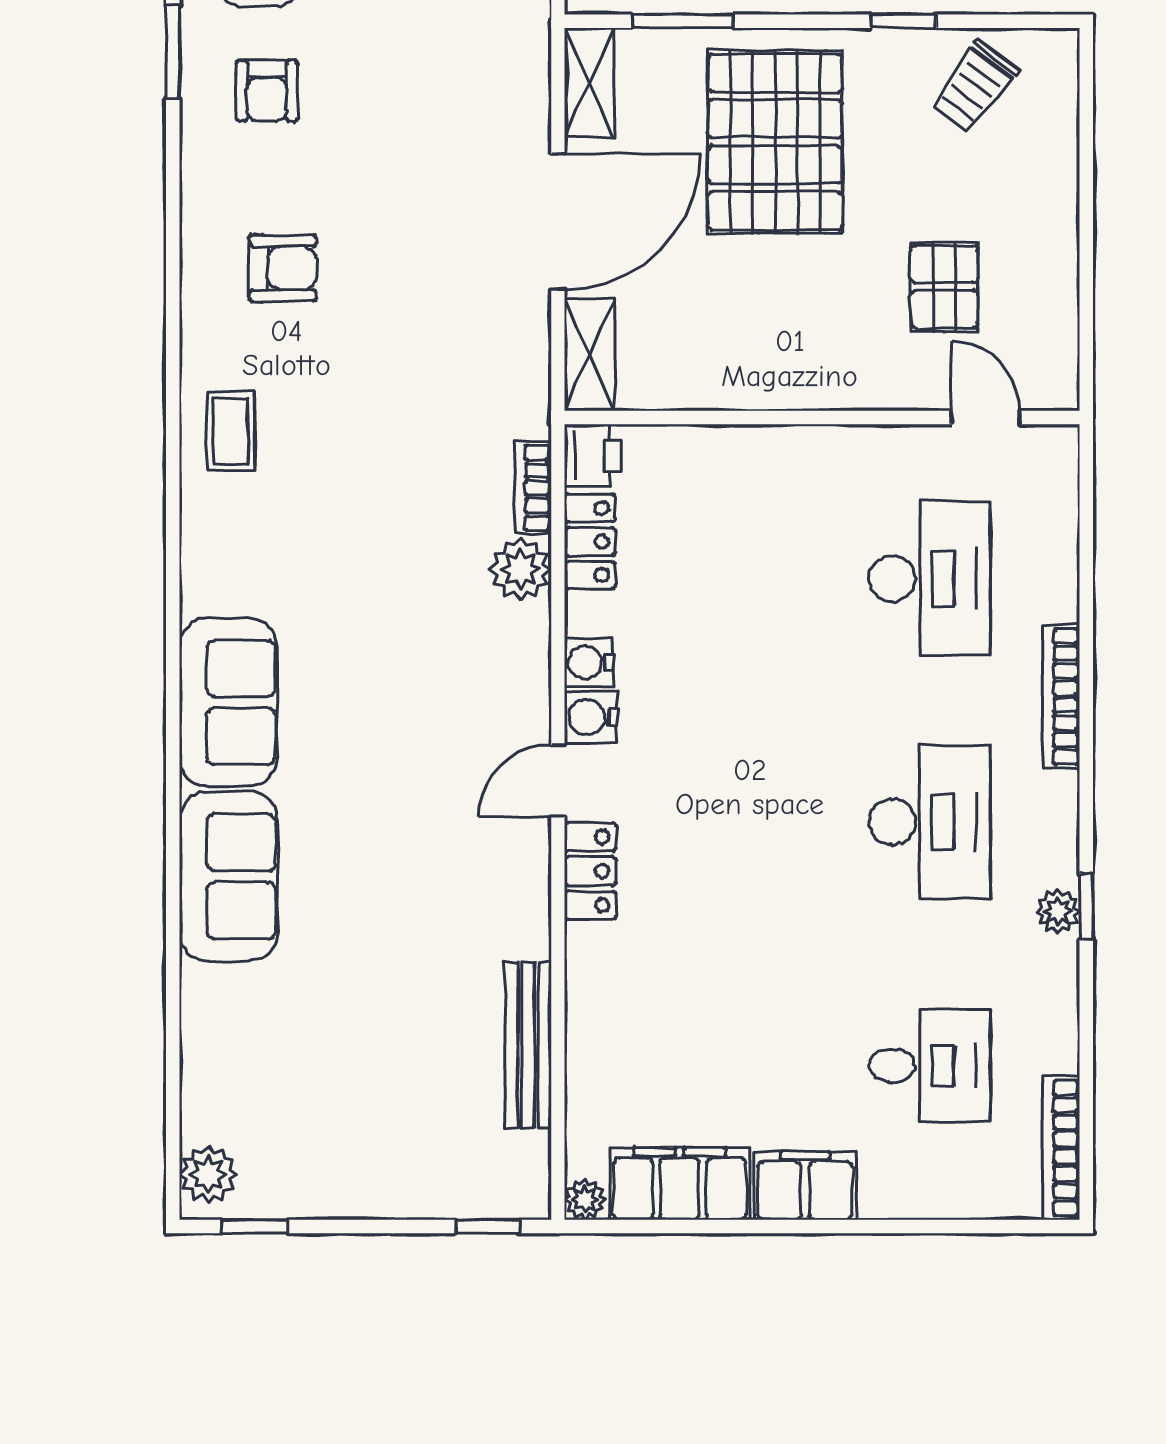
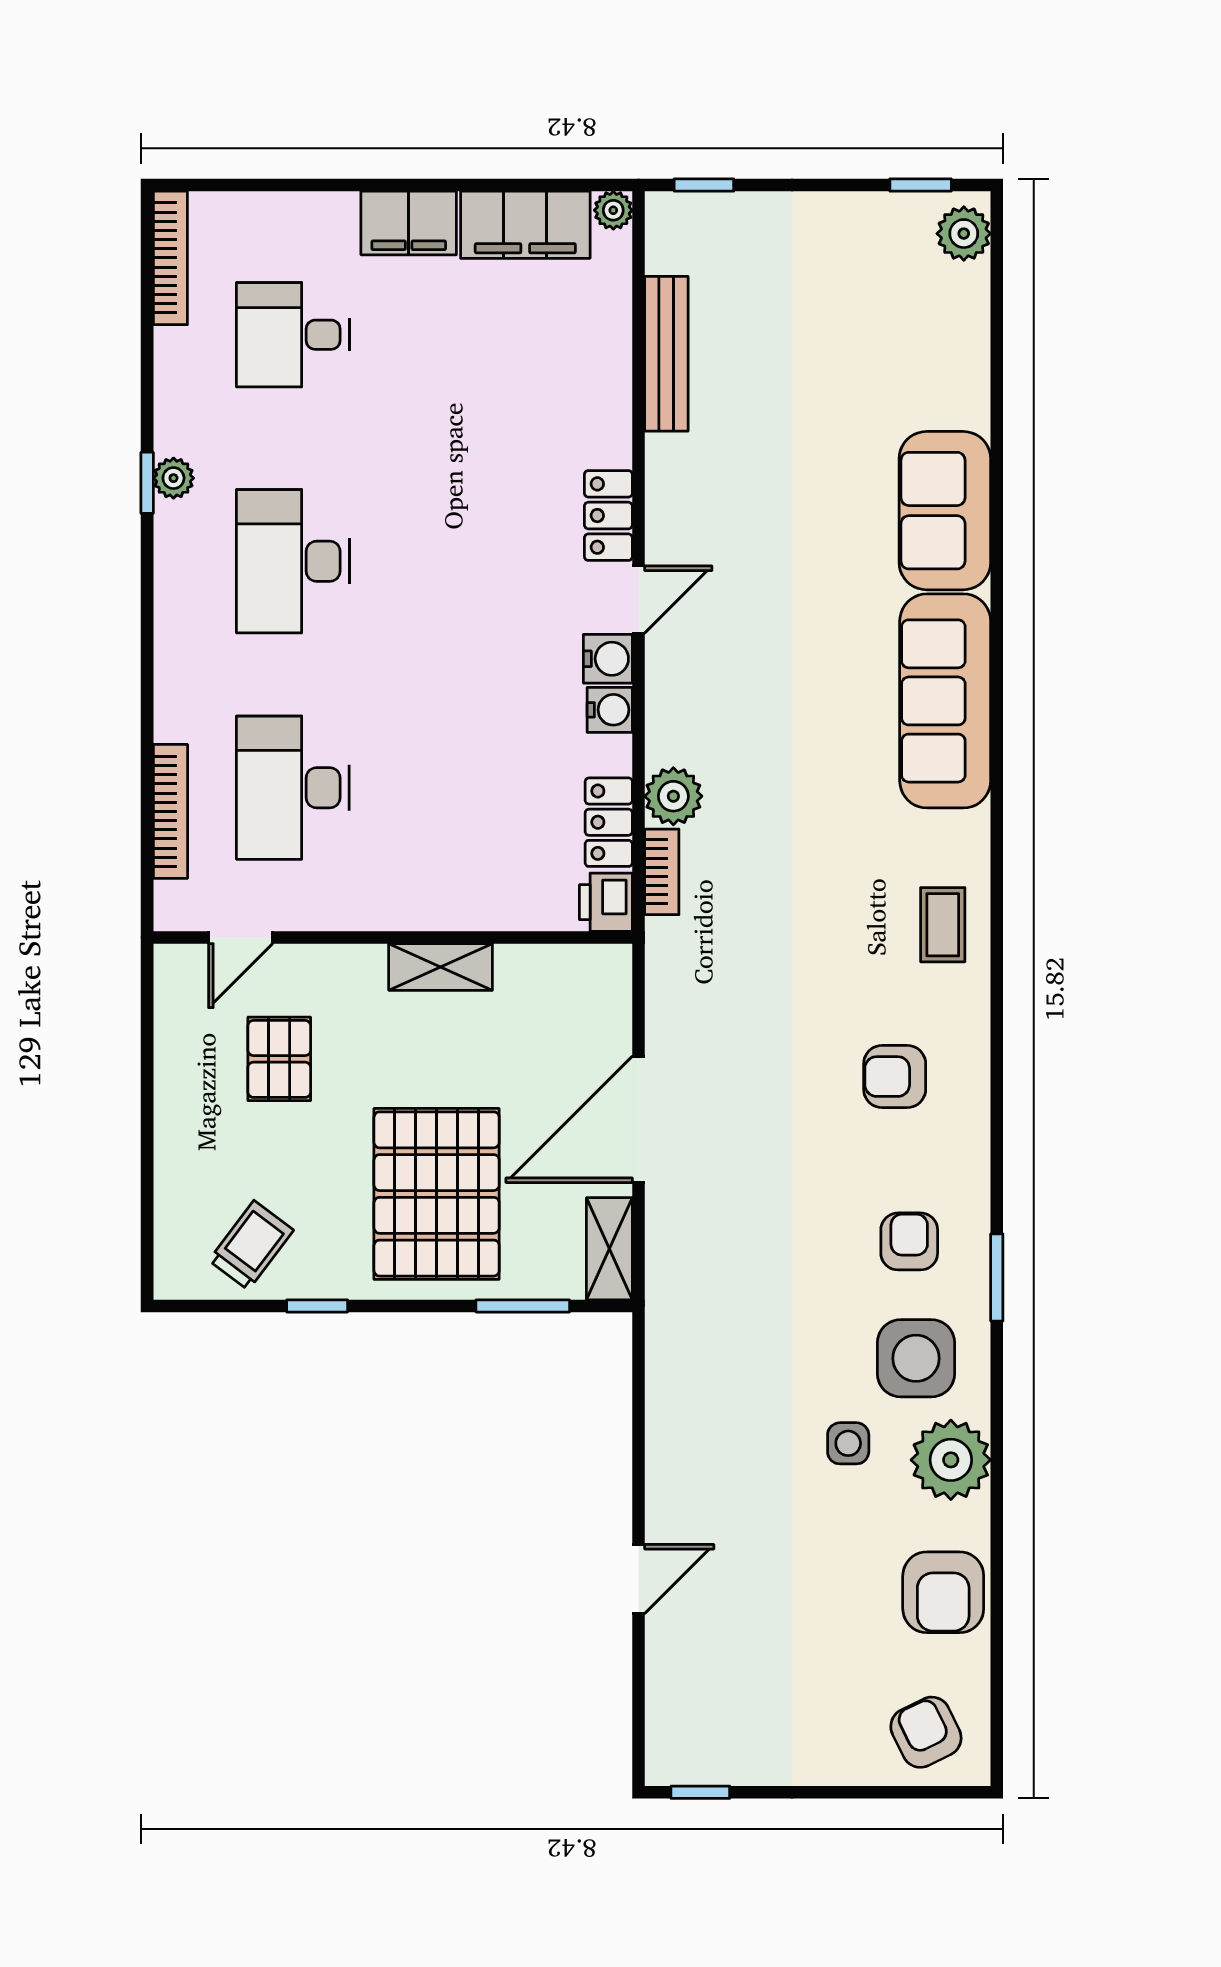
shelving: (590, 355) -> (441, 967), moved, turned 90
door: (986, 418) -> (241, 937), hinge flipped
bookcase: (1061, 697) -> (170, 811), moved
sofa: (228, 702) -> (945, 701), width x1.36

